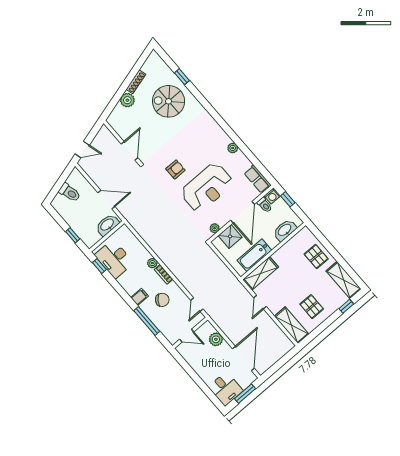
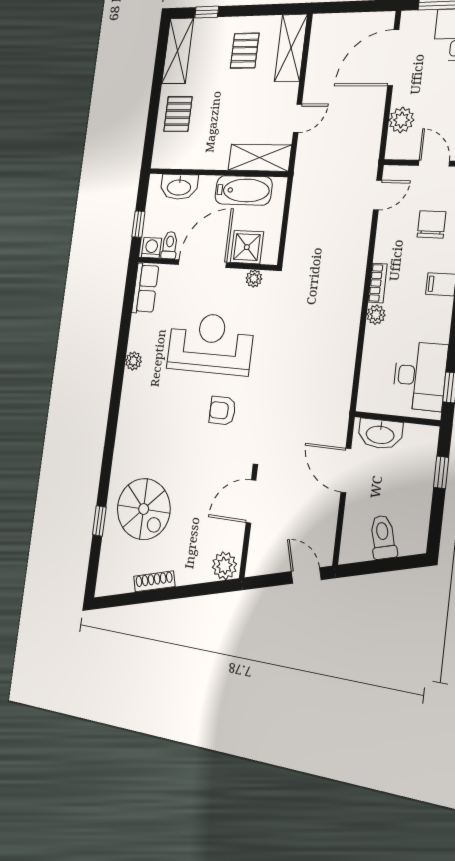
plant: (127, 100) -> (224, 566), moved
chair: (162, 300) -> (431, 224), moved, turned 55

